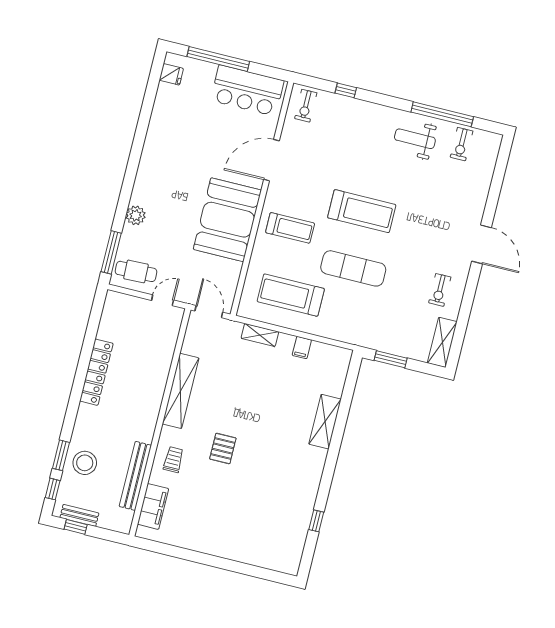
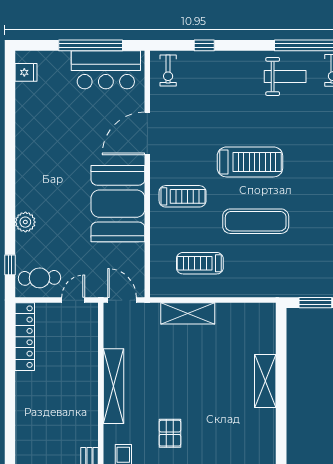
window: (218, 59) -> (91, 45), moved
weight bench: (415, 139) -> (285, 77), turned 180
window: (111, 252) -> (10, 265), width x0.46
treadmill: (291, 295) -> (200, 263), width x0.73, depth x0.73
shelving: (260, 335) -> (188, 313), width x1.50, depth x1.33
filing cabinet: (302, 348) -> (224, 313), removed
locker: (96, 372) -> (25, 337), moved

